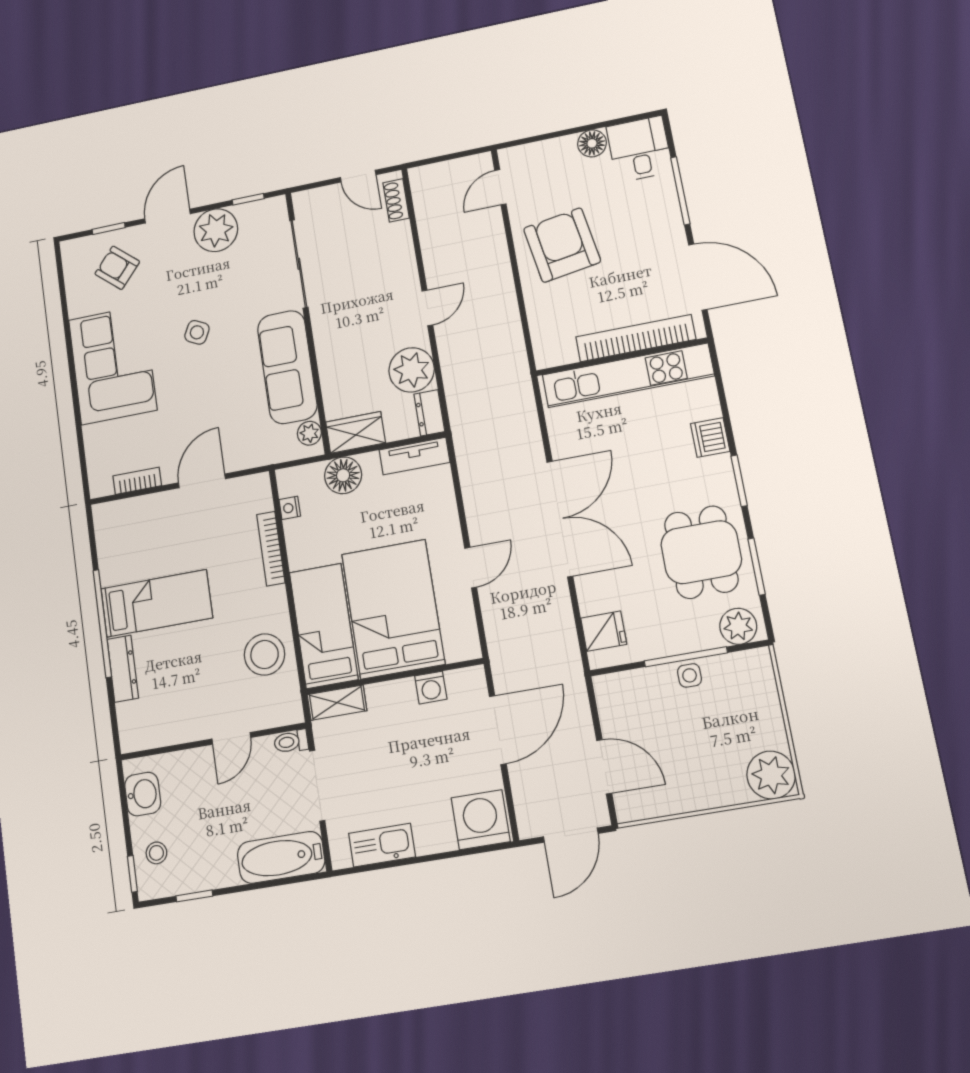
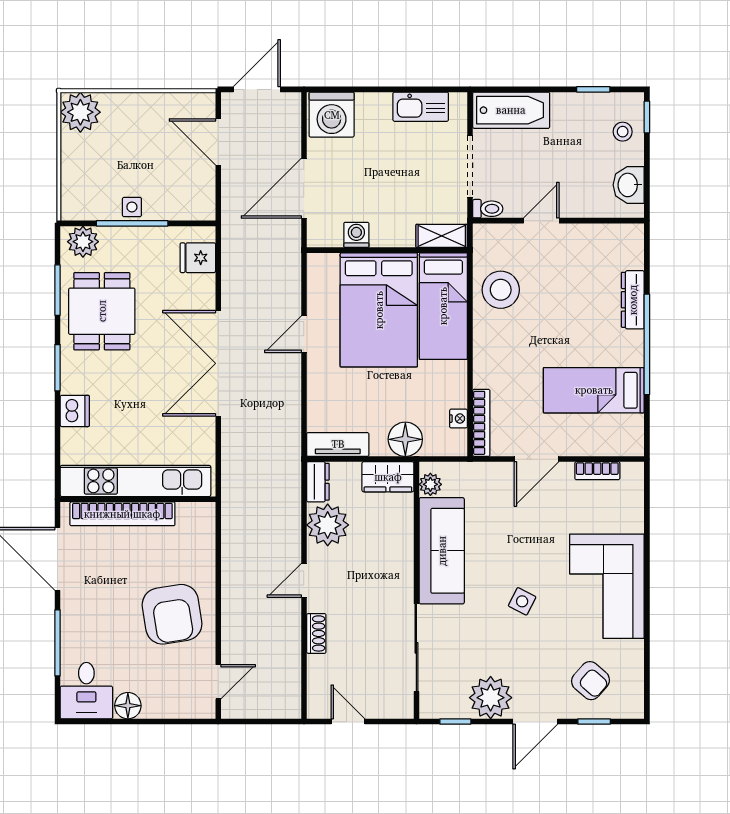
shoe rack: (396, 200) -> (316, 633), moved
bookcase: (271, 549) -> (481, 423), moved
bed: (157, 603) -> (594, 390), moved

